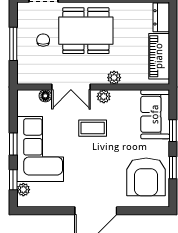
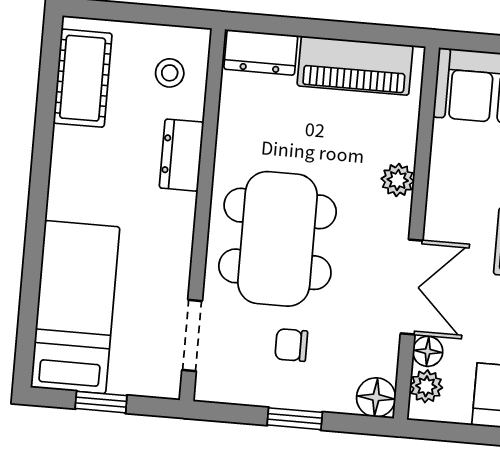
window: (13, 44) -> (295, 419), width x0.67
floor lamp: (25, 76) -> (376, 397), added
plant: (104, 96) -> (426, 386), moved

